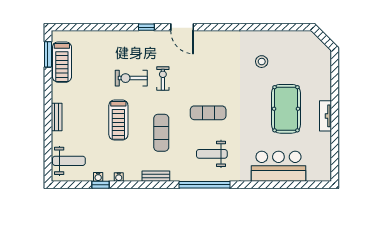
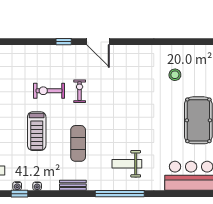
exercise mat: (208, 113) -> (123, 124), removed

